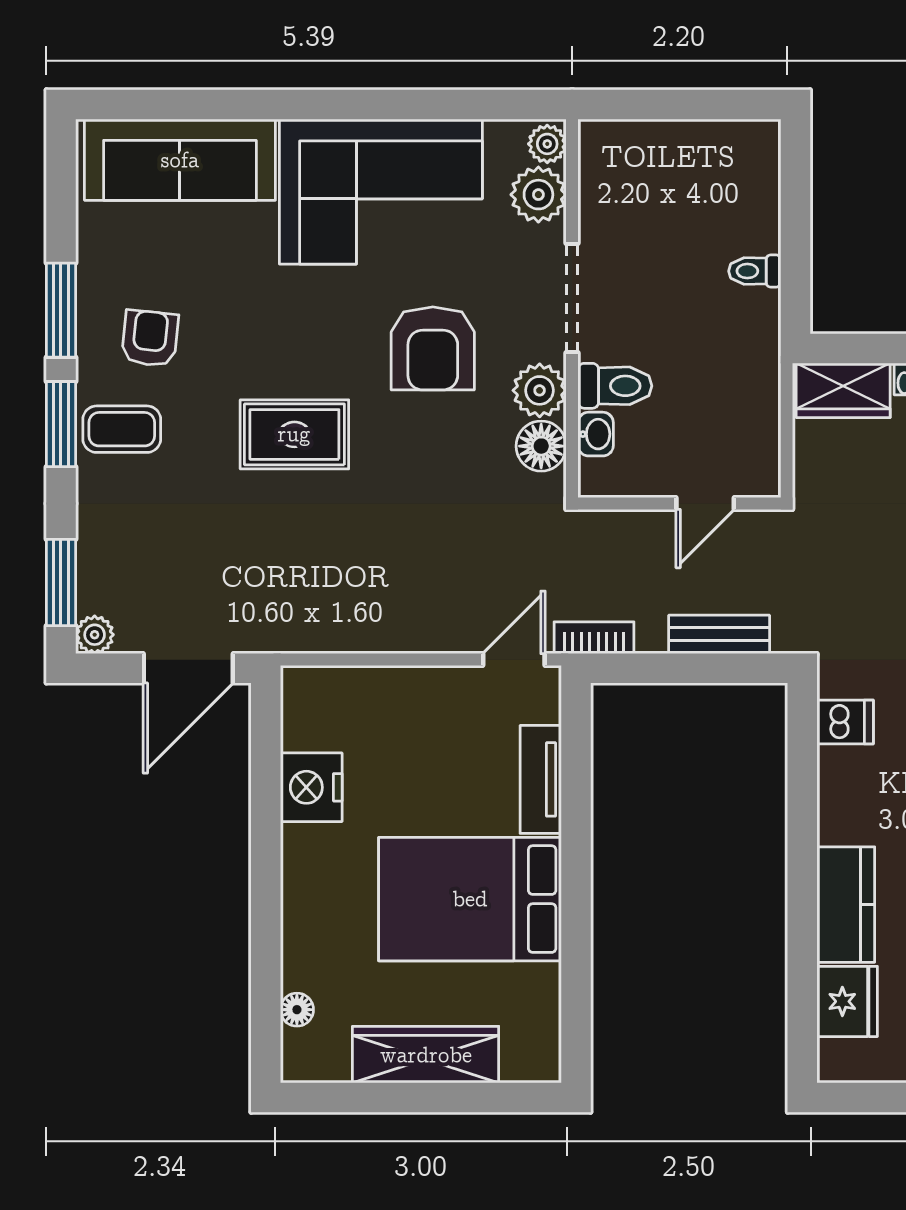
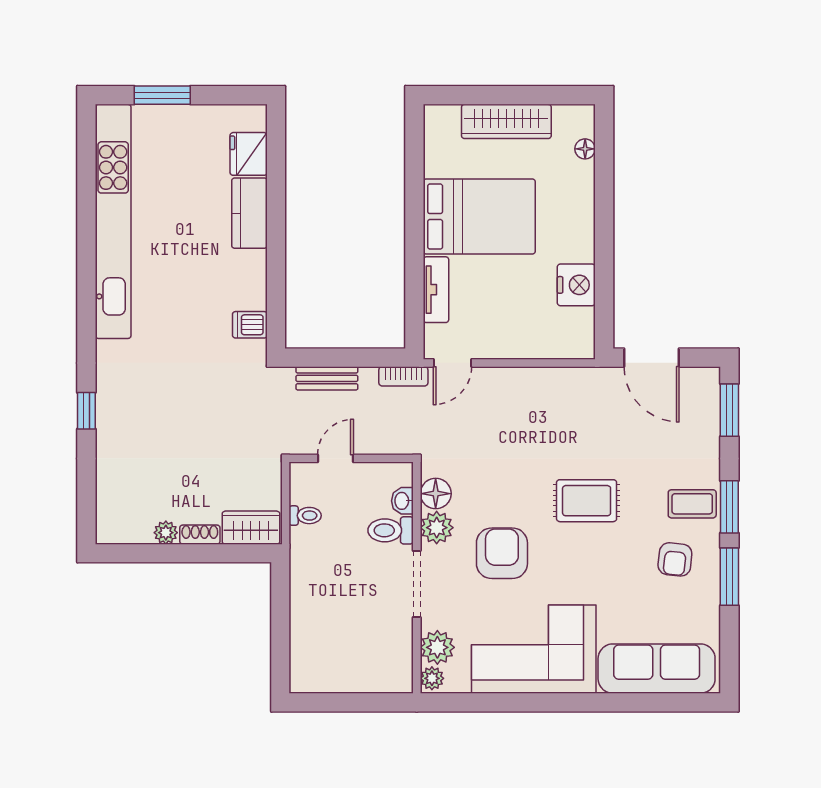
toilet: (755, 271) -> (305, 516), moved
plant: (95, 635) -> (709, 378), removed
door: (188, 668) -> (651, 358), swing flipped

